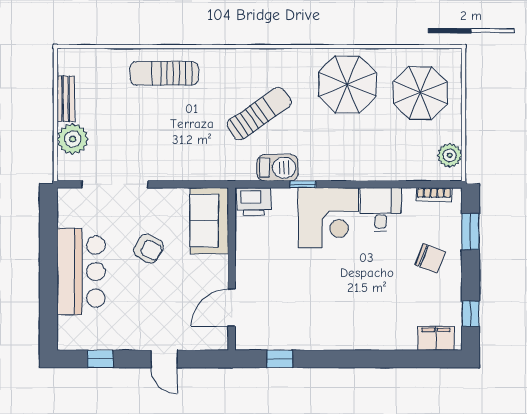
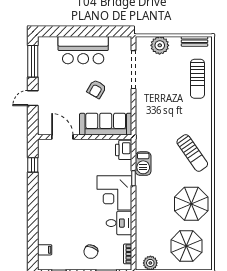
sun lounger: (164, 73) -> (197, 79), moved, turned 180
bench: (66, 99) -> (195, 41), moved
sun lounger: (259, 114) -> (192, 153), moved
sofa: (209, 221) -> (106, 124), width x1.36
filing cabinet: (436, 338) -> (45, 250), width x0.50
window: (100, 359) -> (33, 61), width x2.17

